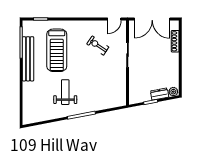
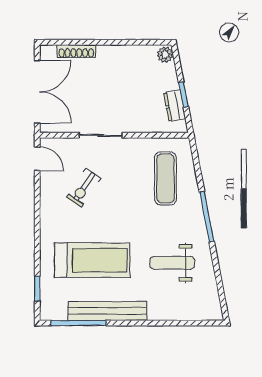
weight bench: (65, 92) -> (172, 263), moved
exercise mat: (103, 92) -> (165, 178), added
dresser: (160, 94) -> (175, 106), moved

